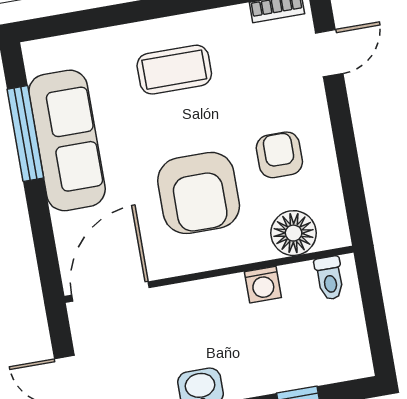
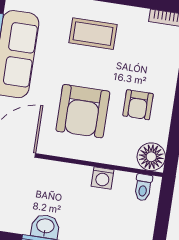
armchair: (279, 155) -> (138, 105), turned 180
floor lamp: (294, 233) -> (151, 157), moved

